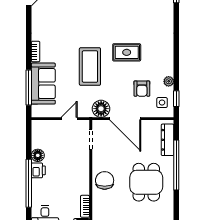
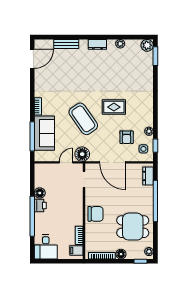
coffee table: (90, 67) -> (83, 119), turned -35
floor lamp: (101, 109) -> (82, 154), moved
dresser: (167, 140) -> (148, 176), width x0.70
chair: (105, 180) -> (96, 214), turned 90
dining table: (146, 182) -> (133, 227), moved, turned 90

